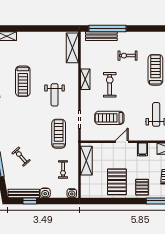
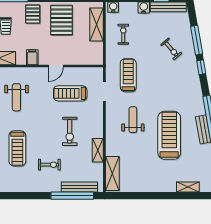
shelving: (85, 79) -> (98, 150), moved
treadmill: (23, 81) -> (169, 135), width x1.37, depth x1.37
treadmill: (109, 118) -> (70, 93), turned 180
treadmill: (59, 134) -> (128, 75), turned 180
shelving: (86, 161) -> (97, 24), moved

